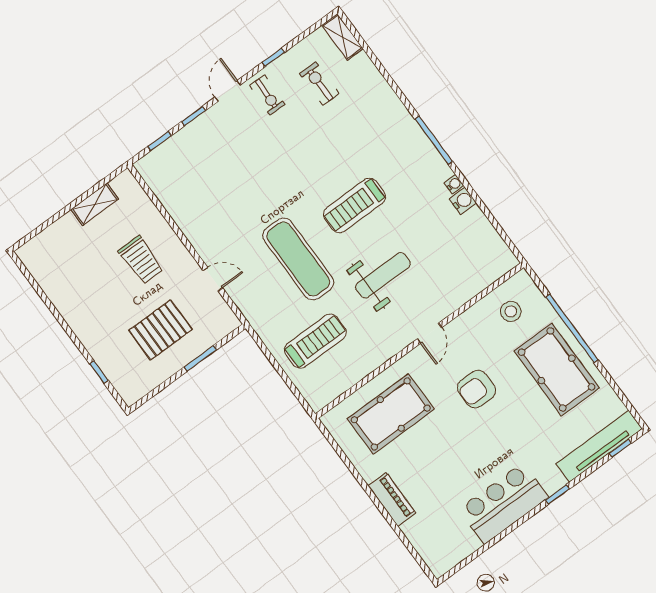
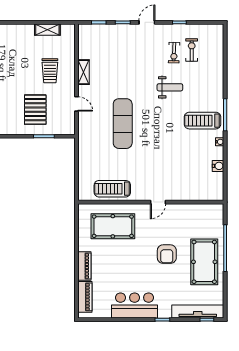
shelving: (342, 37) -> (84, 72), moved
exercise bike: (267, 95) -> (174, 53), moved
water cooler: (463, 201) -> (218, 166), moved
treadmill: (355, 205) -> (202, 121), moved
weight bench: (383, 275) -> (170, 87), moved, width x0.73, depth x0.75
stool: (511, 311) -> (203, 220), removed
pallet: (161, 330) -> (35, 110), turned 90
treadmill: (315, 341) -> (112, 189), moved, turned 180
armchair: (476, 389) -> (167, 254), moved, turned -90
piano: (425, 543) -> (85, 297), added

